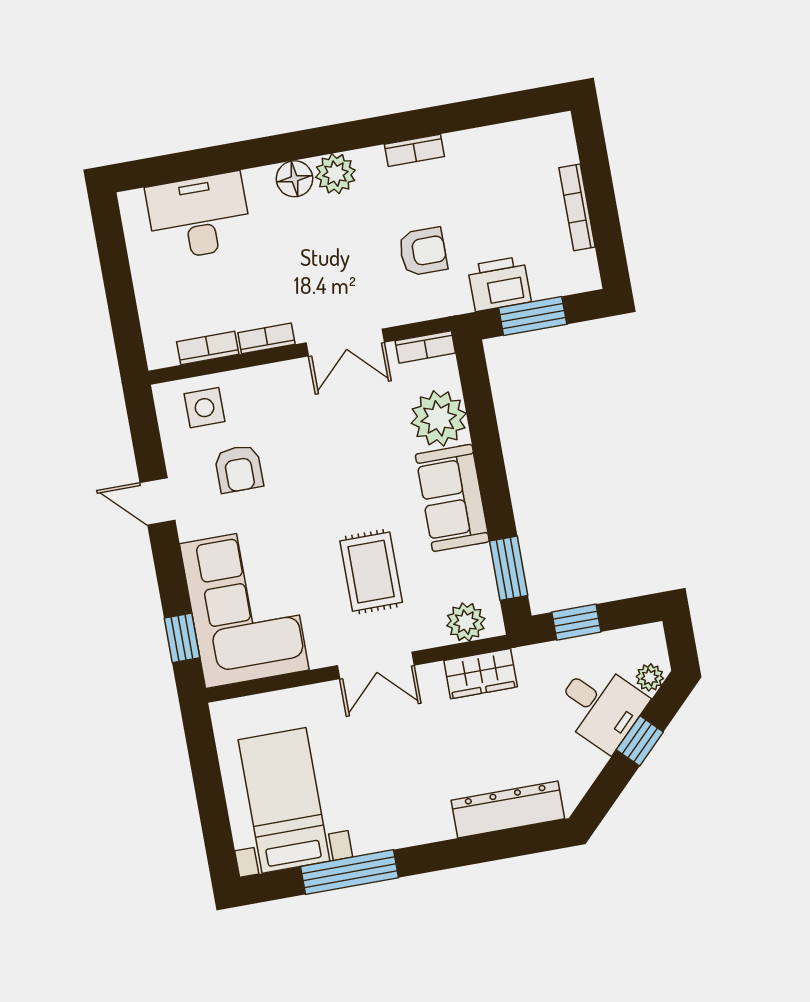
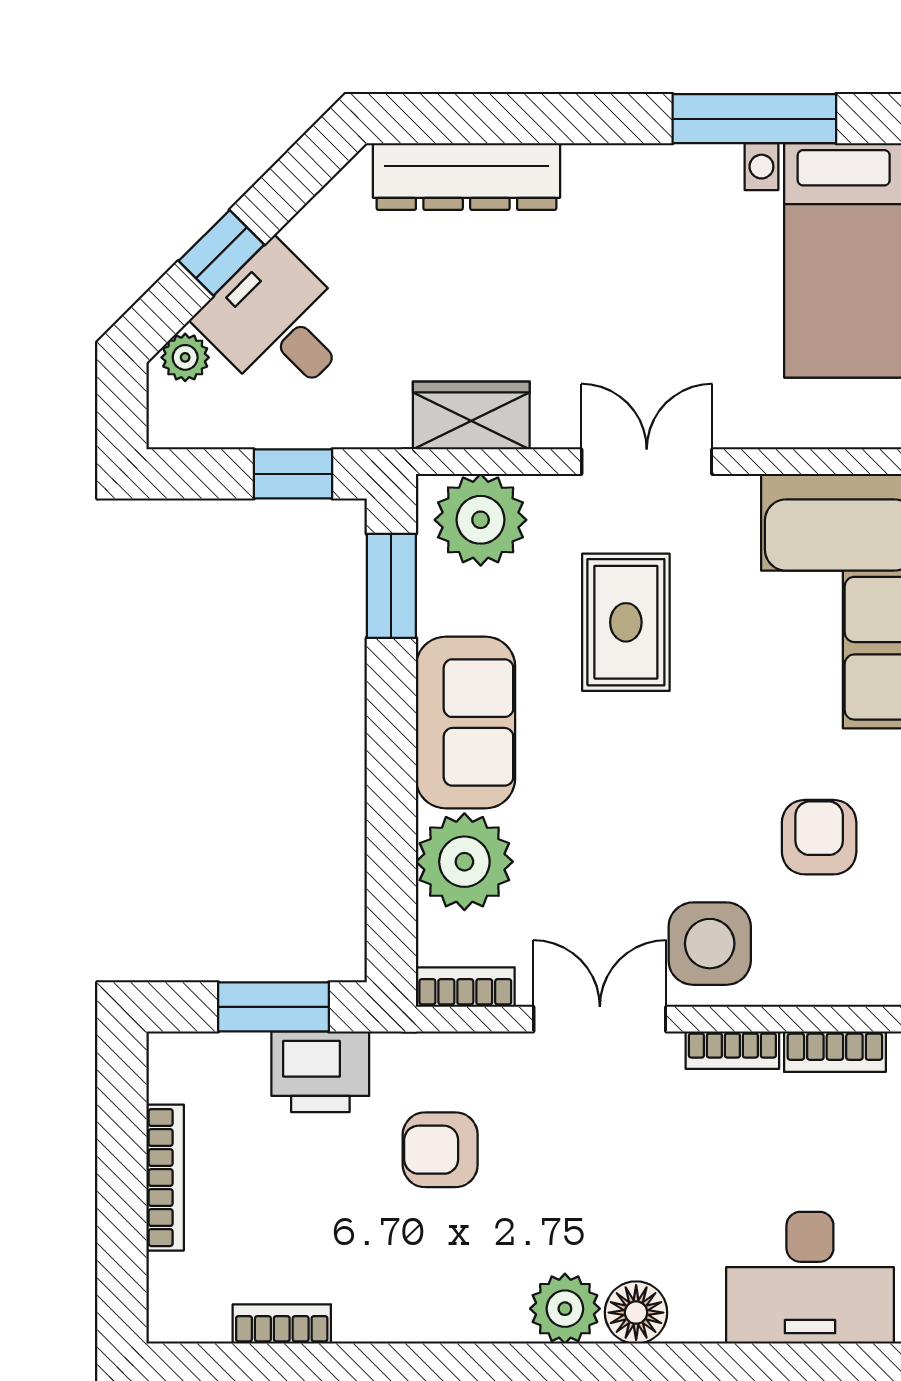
bookcase: (414, 150) -> (282, 1324), moved
side table: (205, 408) -> (710, 944), moved, width x1.37, depth x1.37
plant: (466, 622) -> (481, 520), width x1.36, depth x1.36

